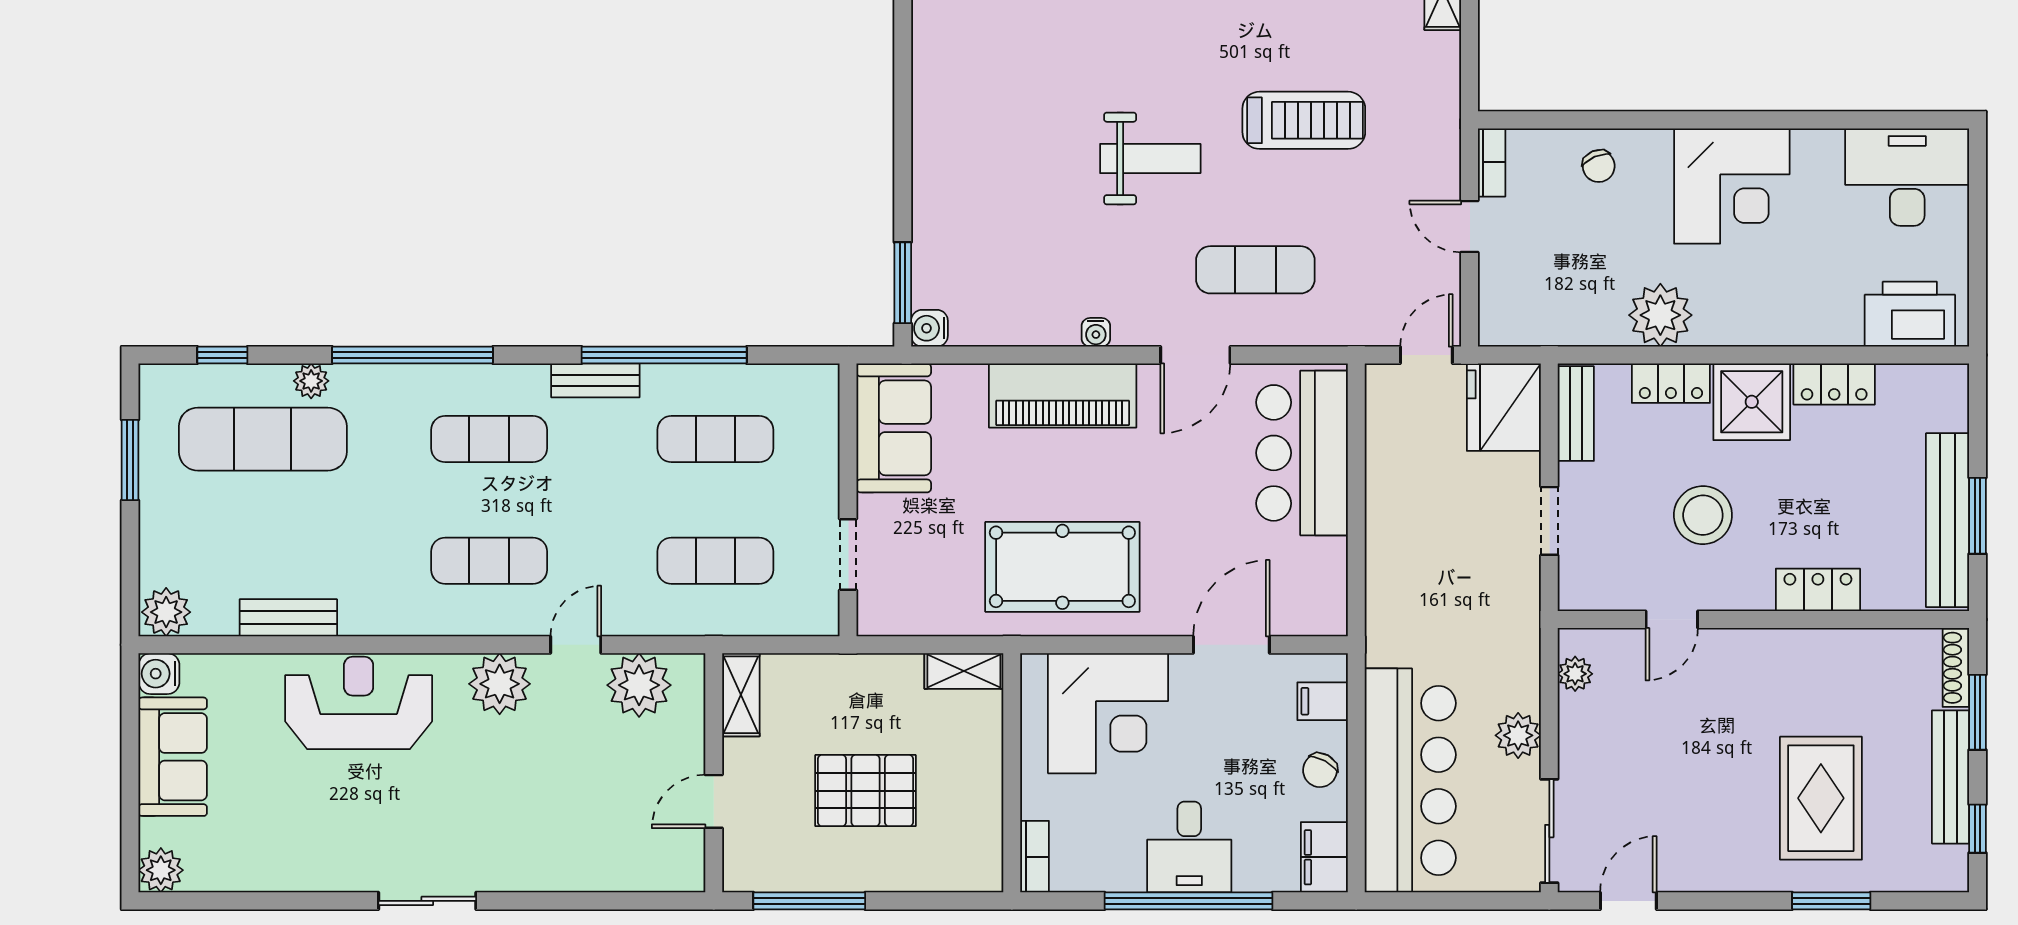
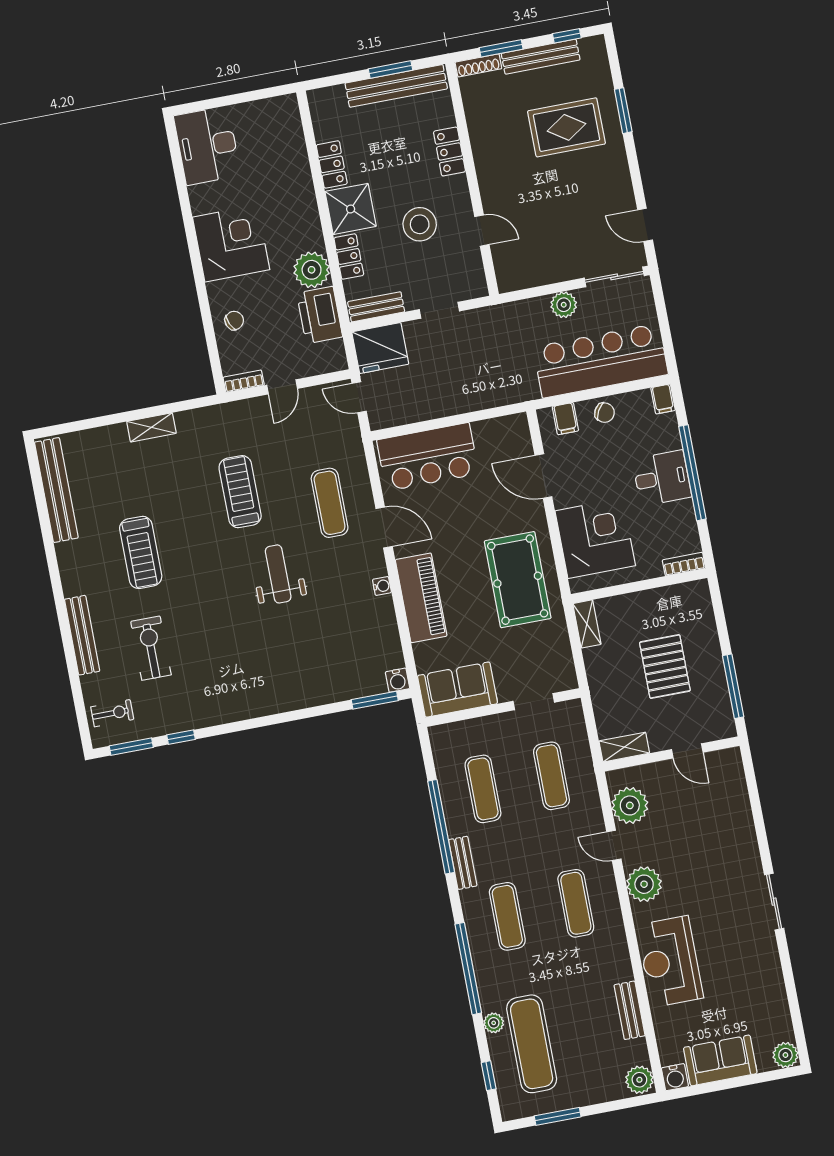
printer: (1910, 314) -> (320, 315), moved
plant: (1575, 674) -> (523, 279), removed
filing cabinet: (1324, 857) -> (663, 399), width x0.50

